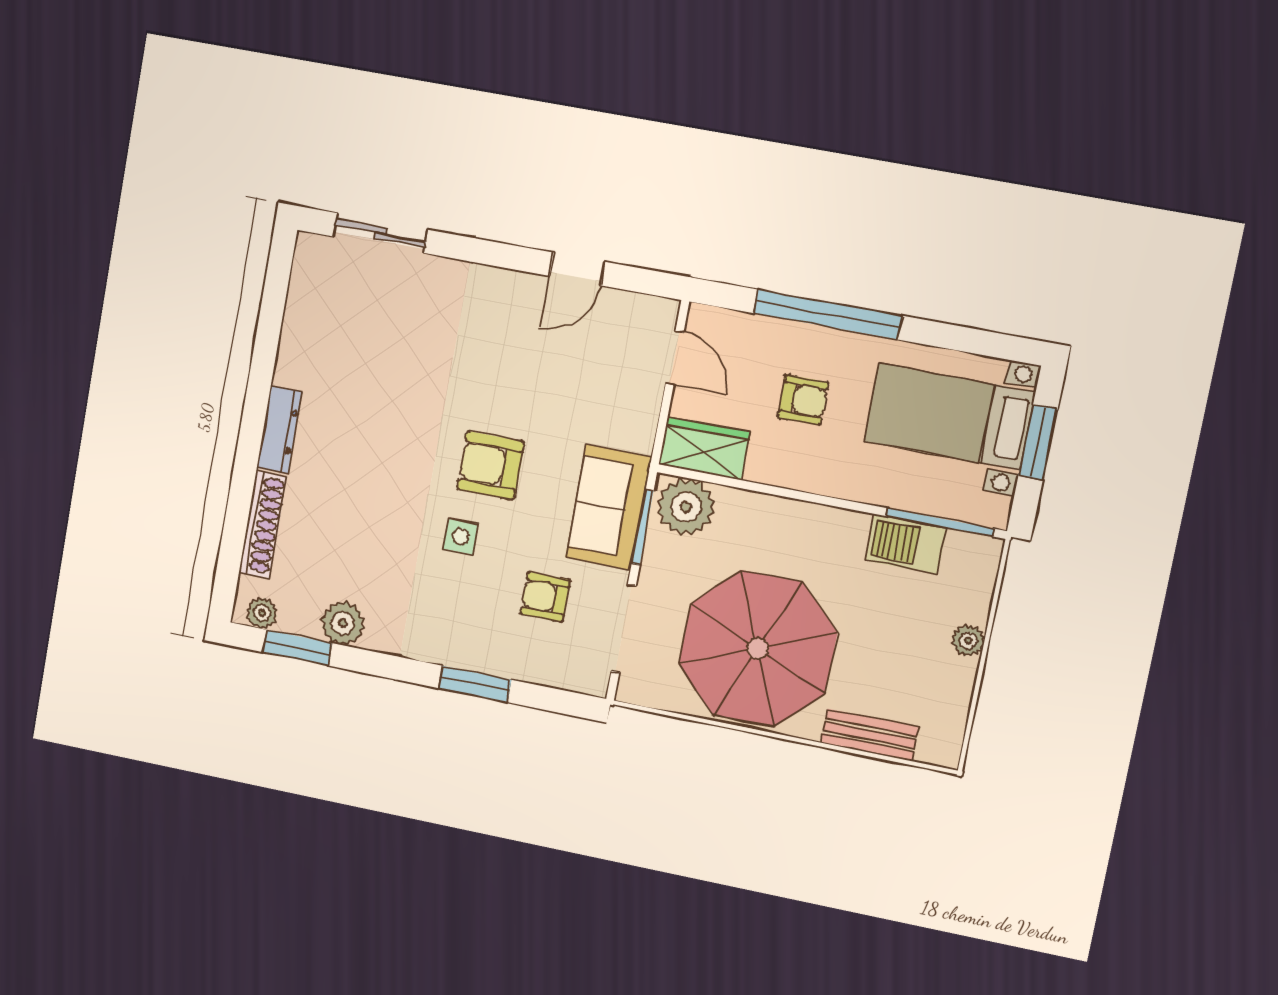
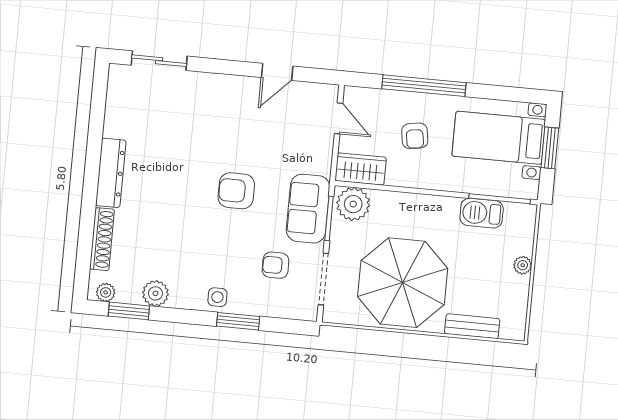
armchair: (803, 400) -> (415, 136), turned 81
dresser: (279, 430) -> (111, 173), width x1.37, depth x1.24
side table: (461, 537) -> (217, 297), moved

